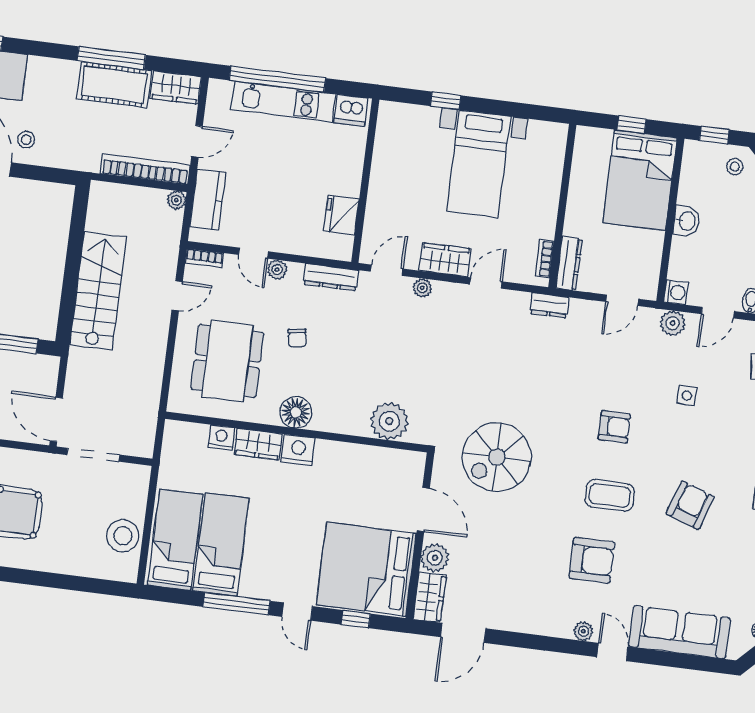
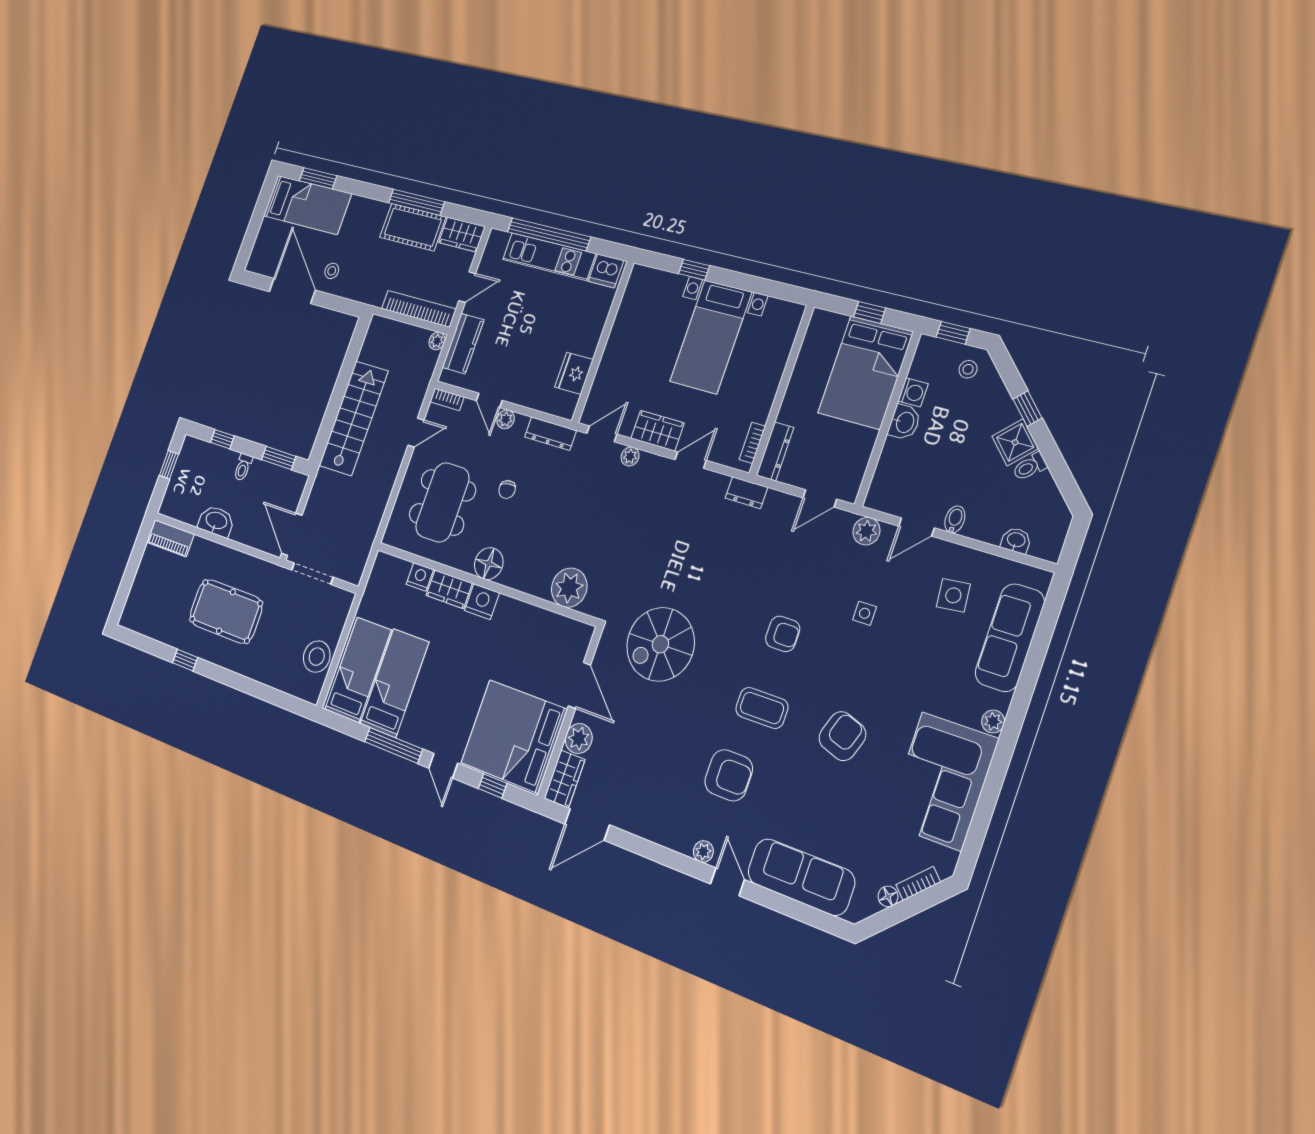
washing machine: (676, 292) -> (913, 392), moved

